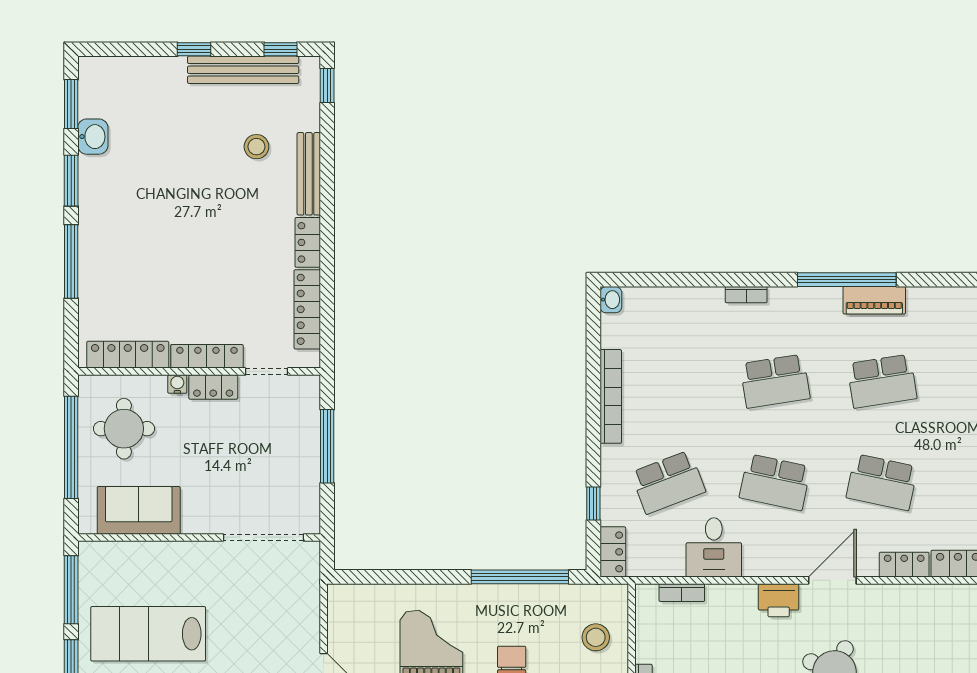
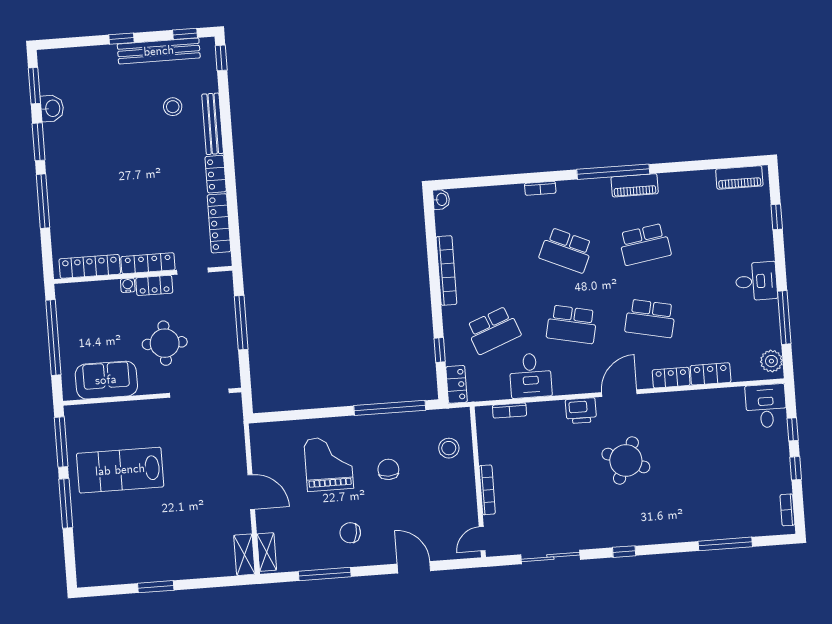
school desk: (775, 381) -> (566, 250), turned 33
round table: (124, 429) -> (165, 343), moved

